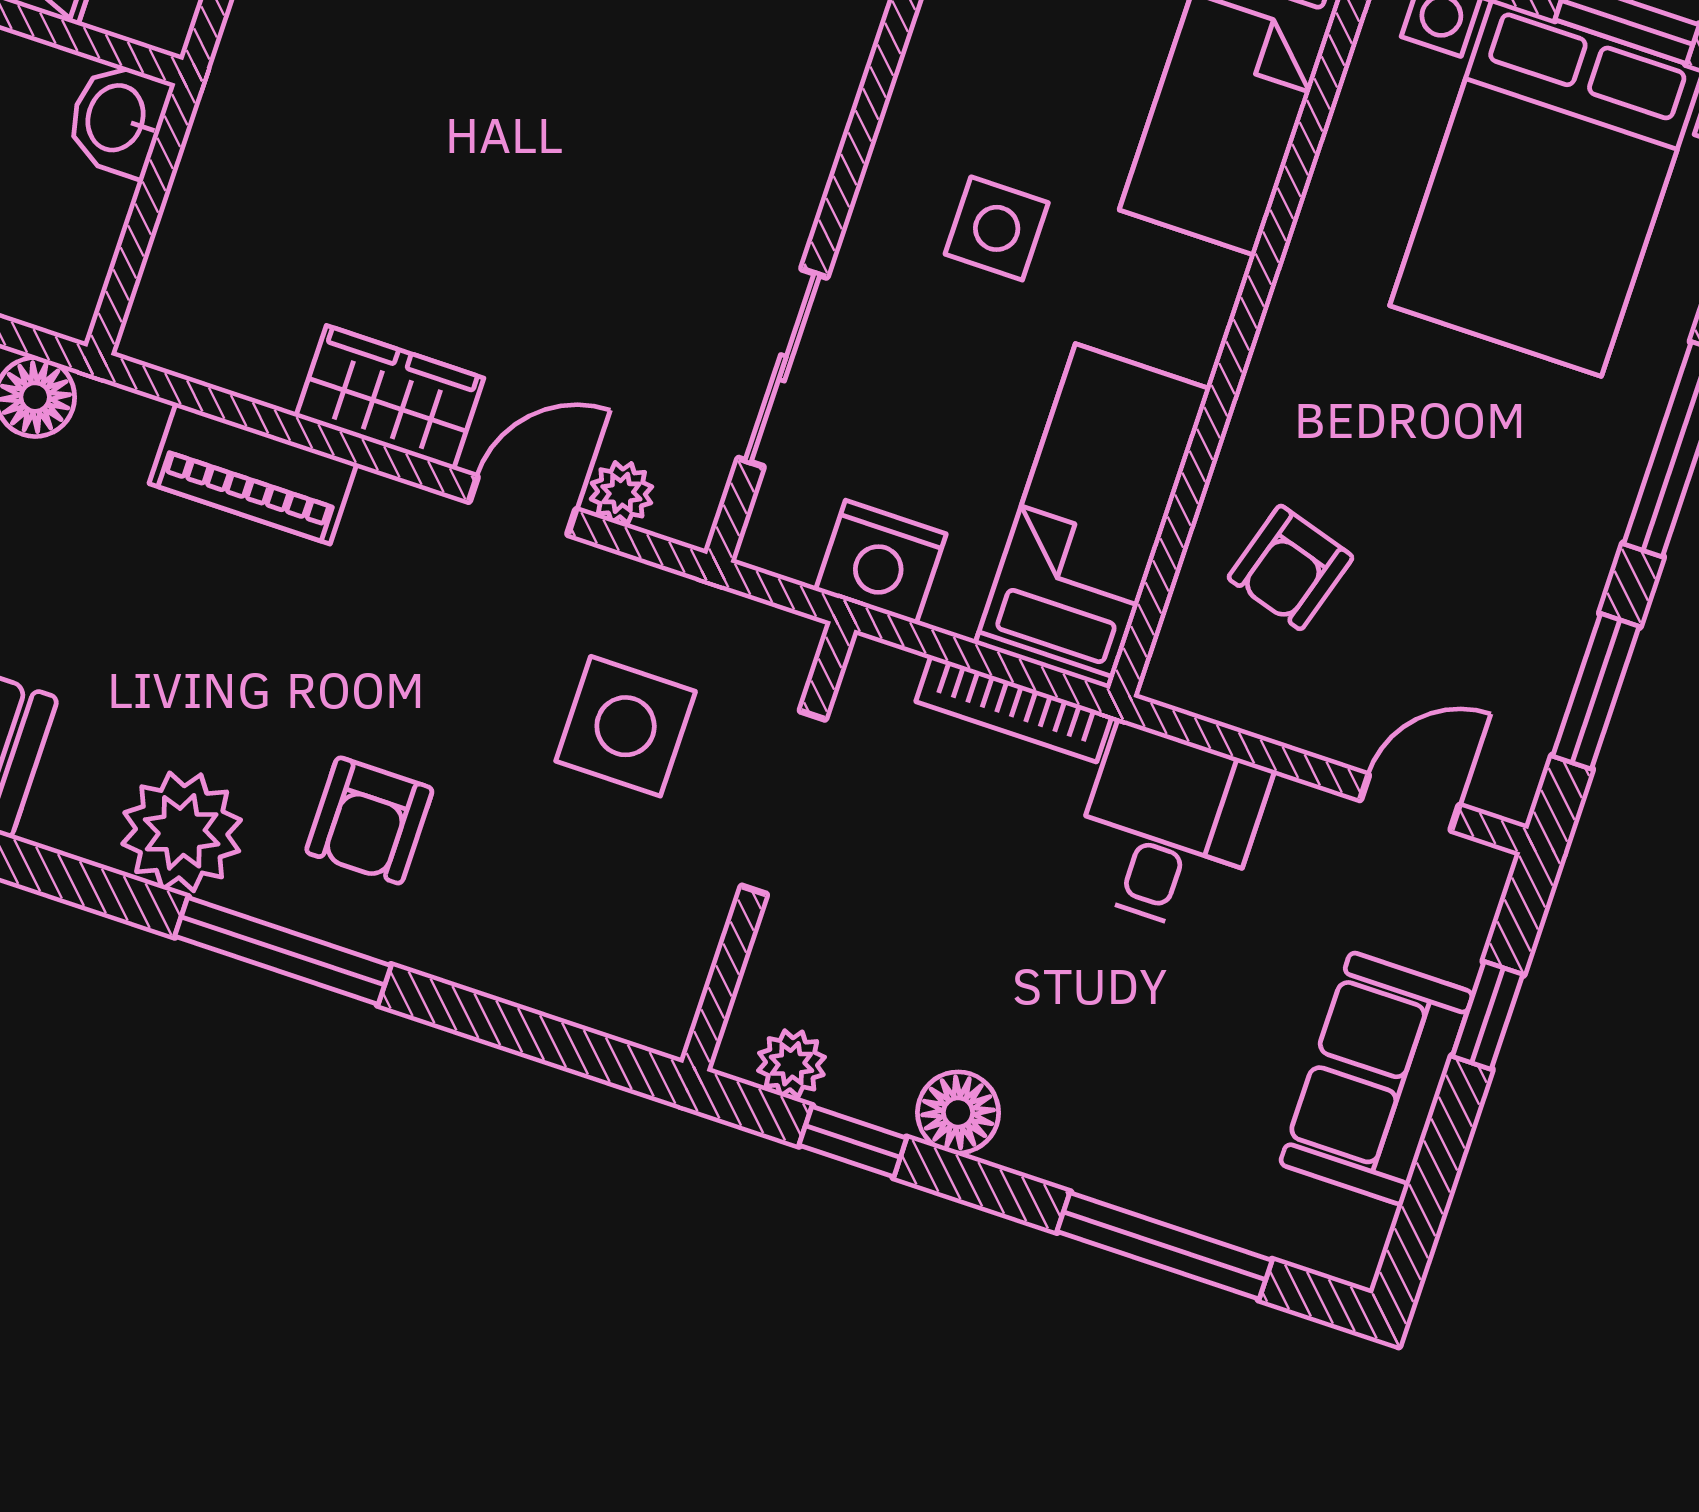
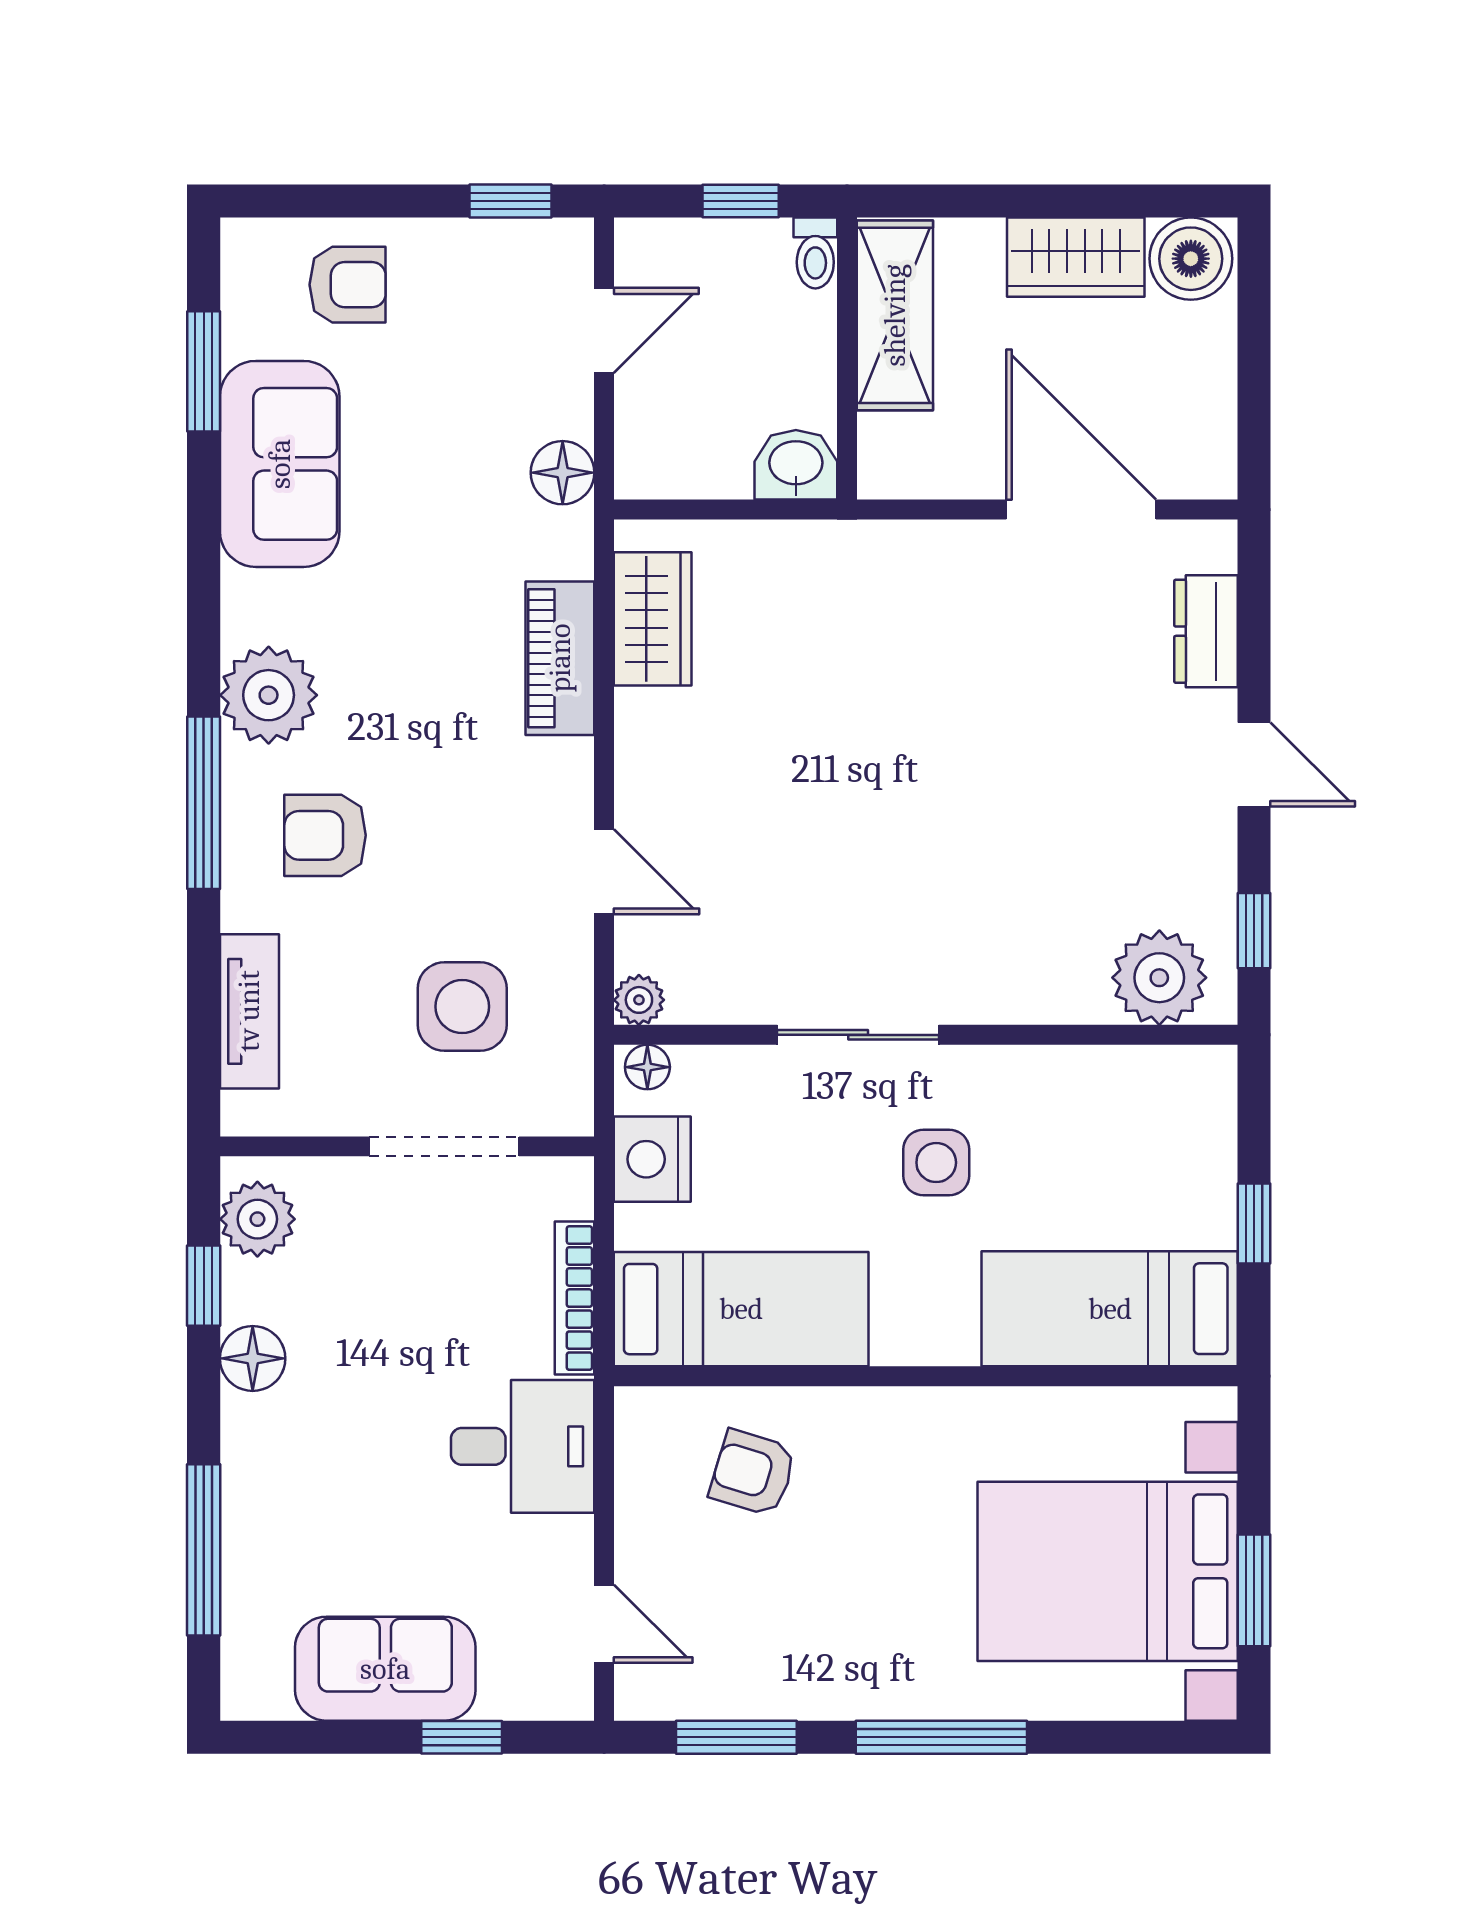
sliding door: (782, 368) -> (858, 1035), moved
wardrobe: (390, 397) -> (653, 619), moved
plant: (621, 493) -> (639, 1000), moved
floor lamp: (770, 532) -> (647, 1067), added
tv unit: (547, 979) -> (249, 1011), added
plant: (791, 1064) -> (257, 1219), width x1.38, depth x1.38

